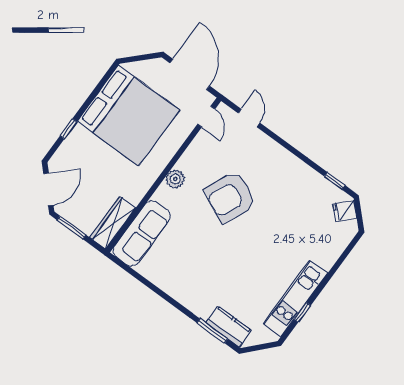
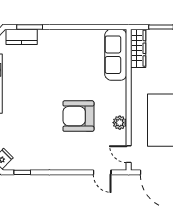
plant: (175, 179) -> (120, 123), moved
armchair: (230, 197) -> (78, 116), turned -114

